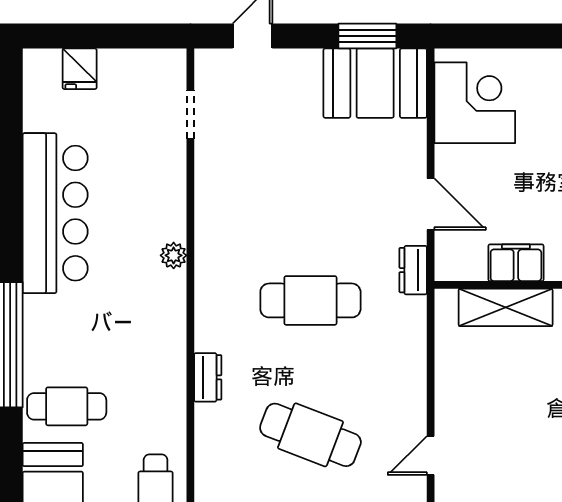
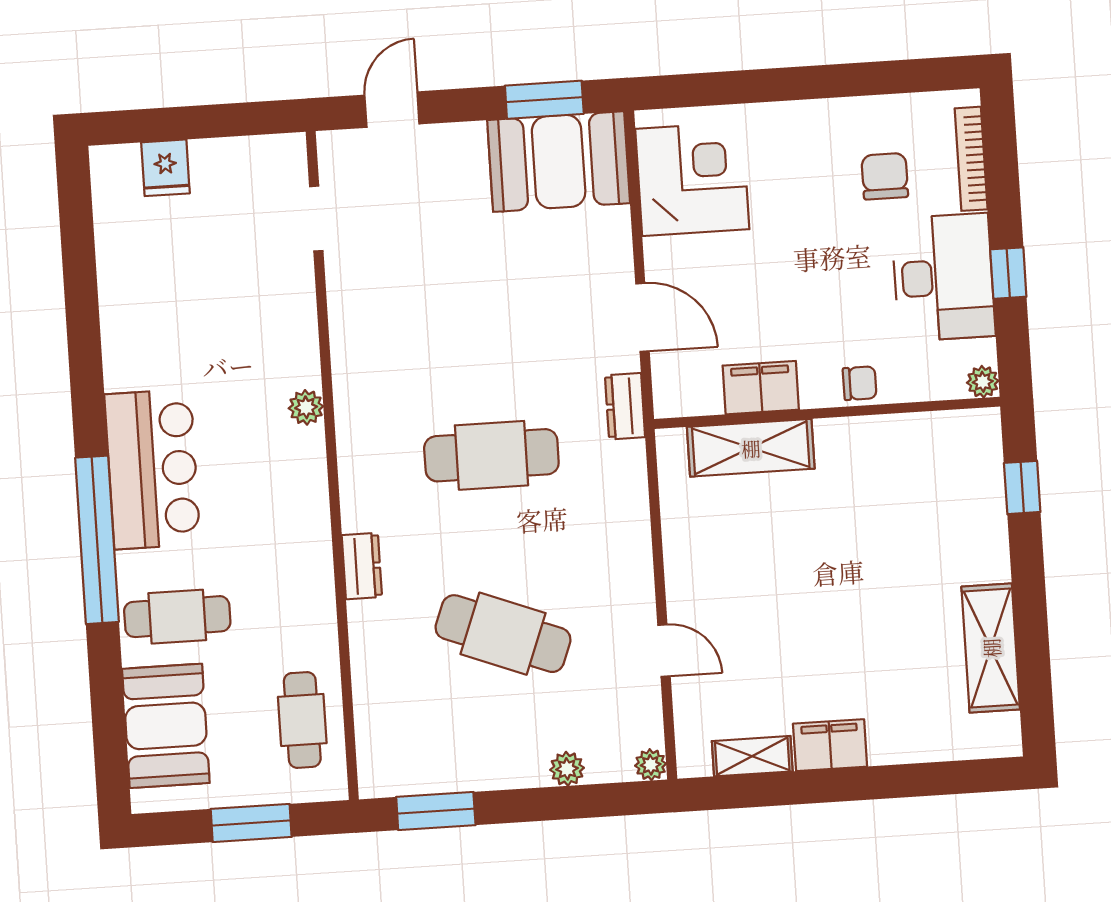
bar counter: (55, 213) -> (152, 469), moved, width x0.73
door: (431, 456) -> (664, 651), swing flipped

